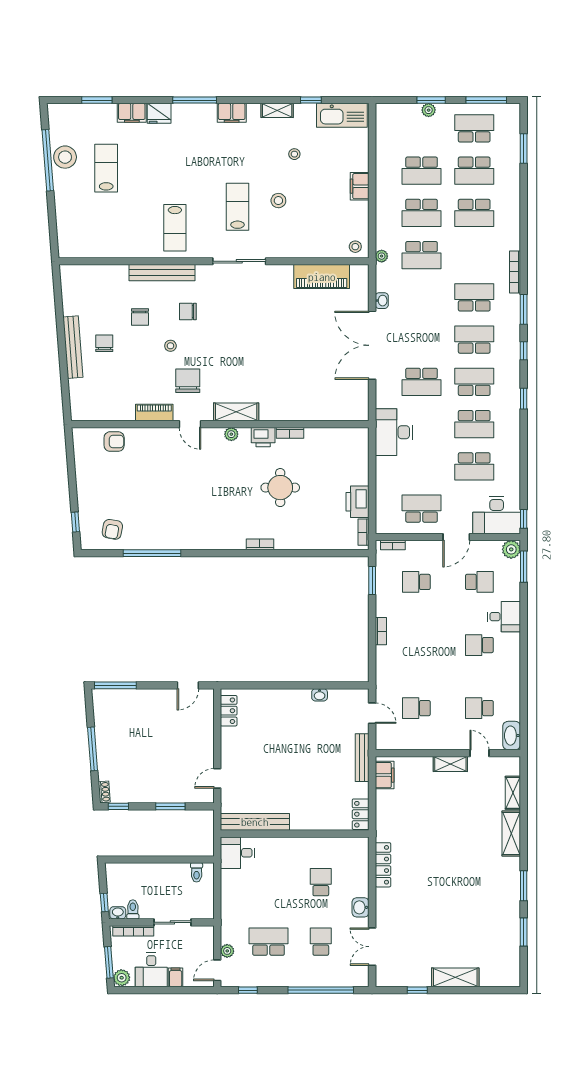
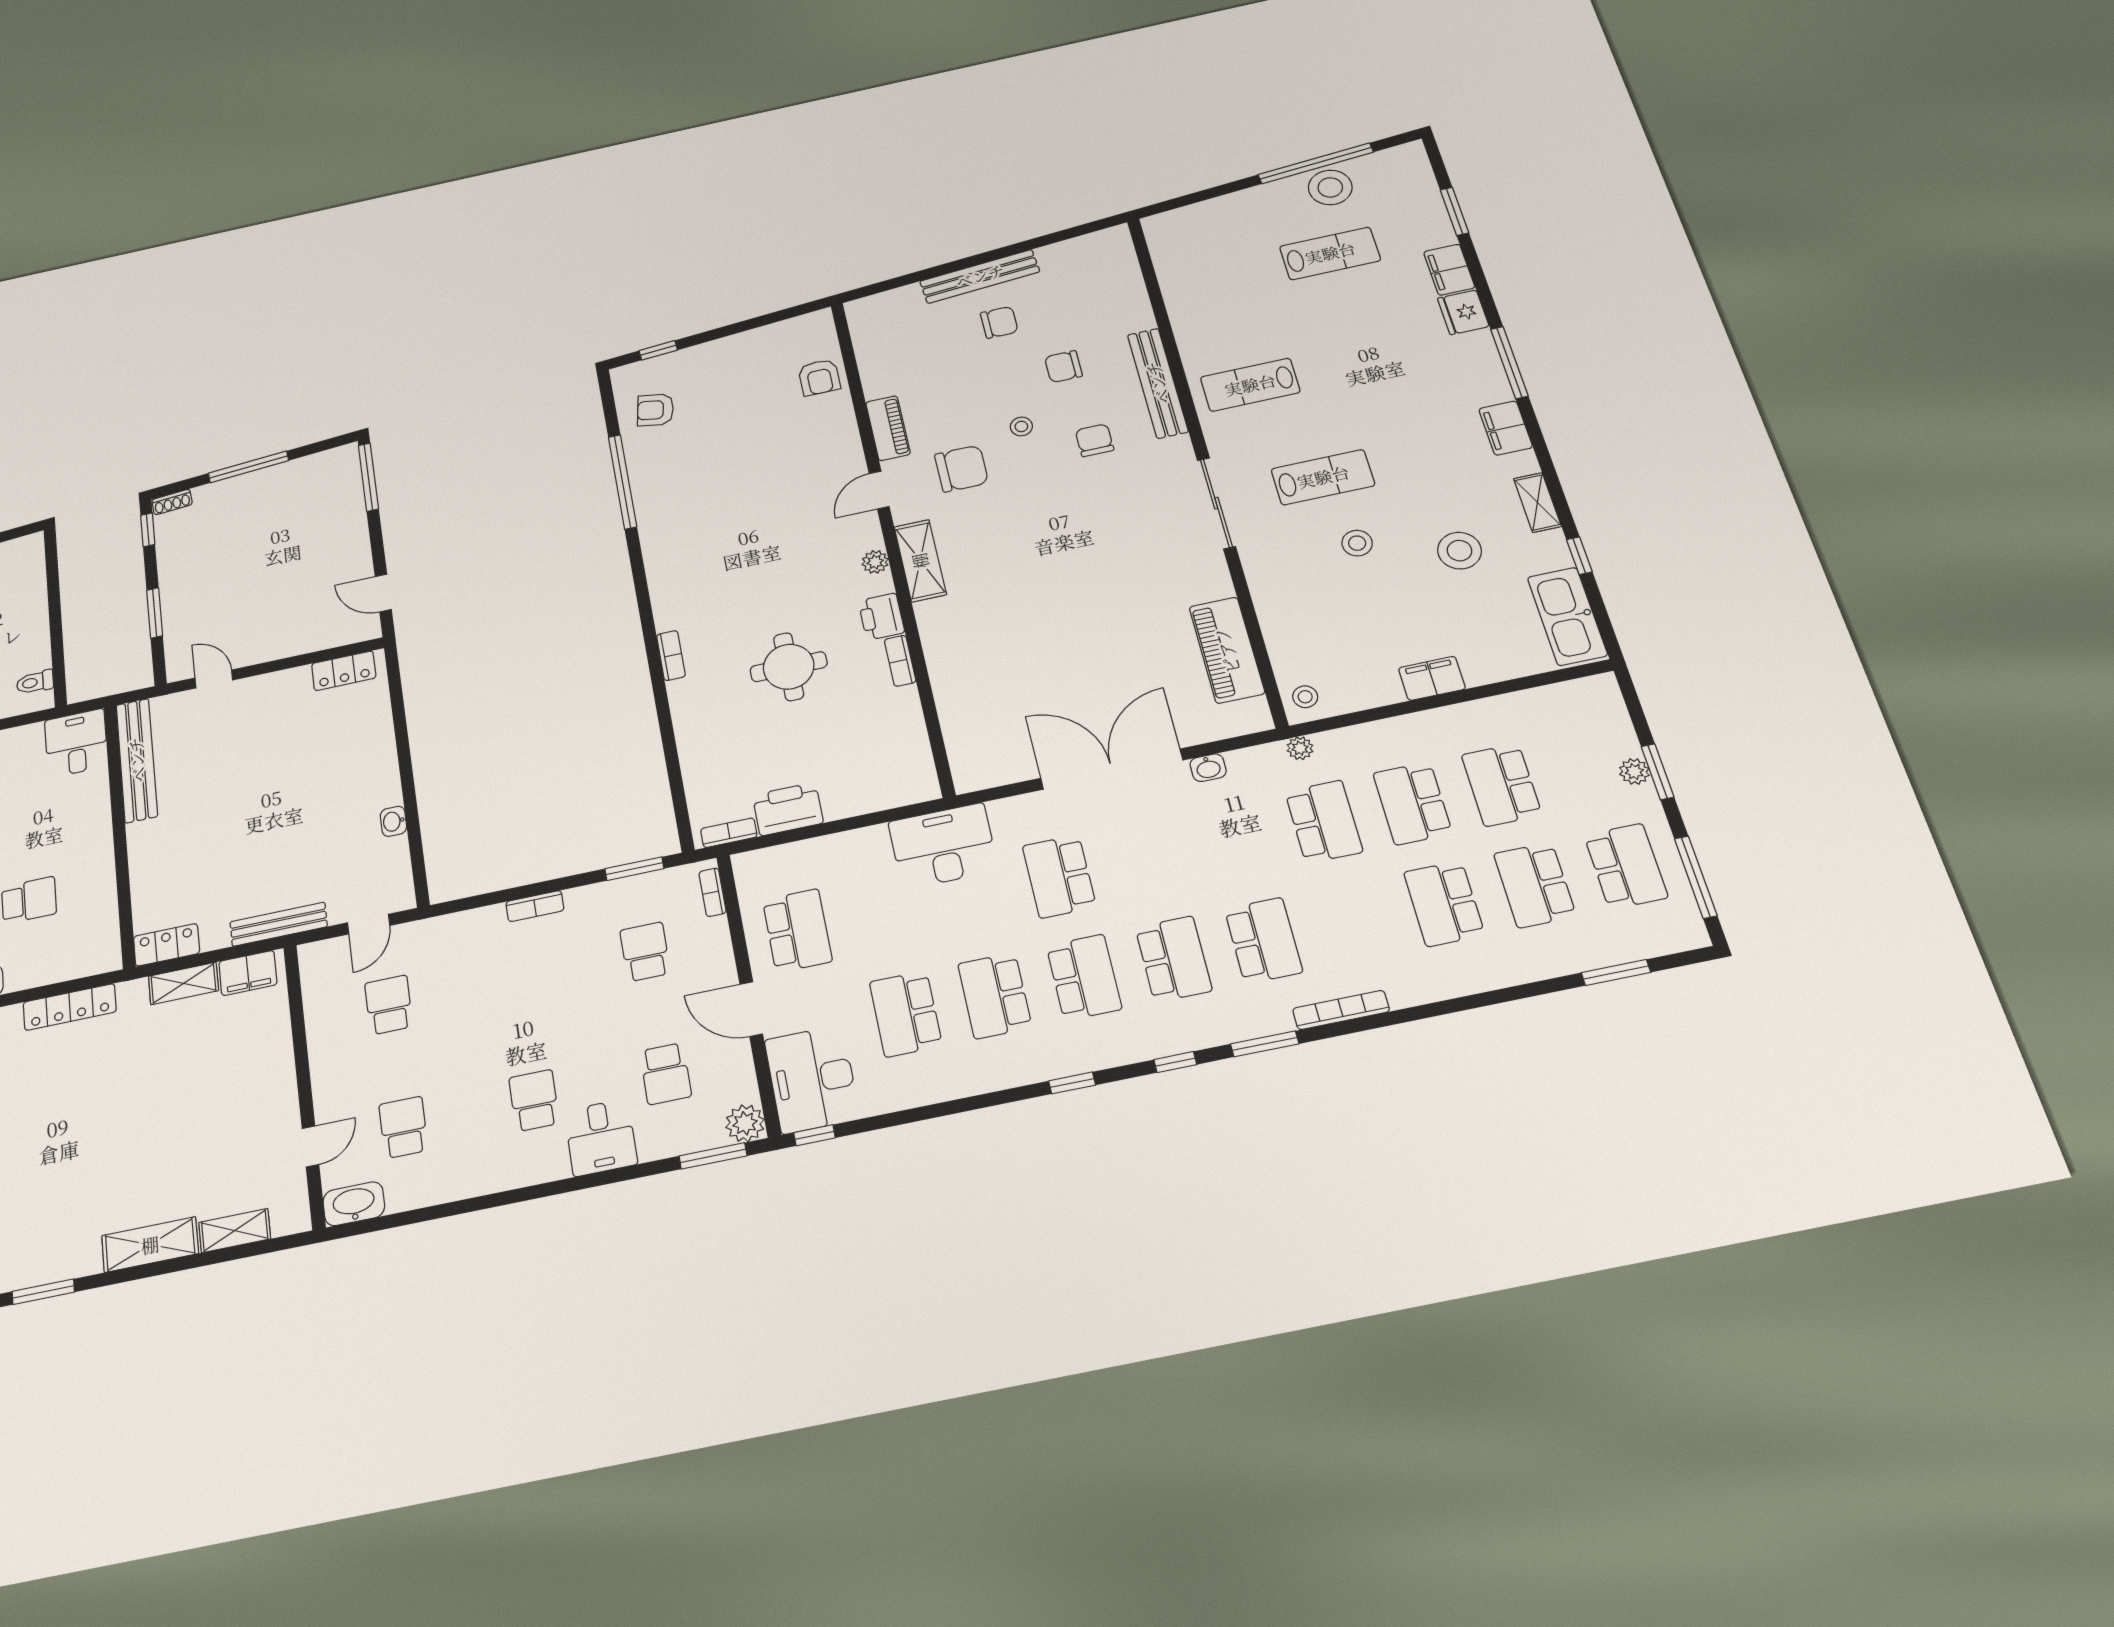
stool: (294, 154) -> (1460, 551), width x1.89, depth x1.89
school desk: (422, 255) -> (1324, 822), turned 180
shelving: (450, 764) -> (183, 983), moved, turned 90

